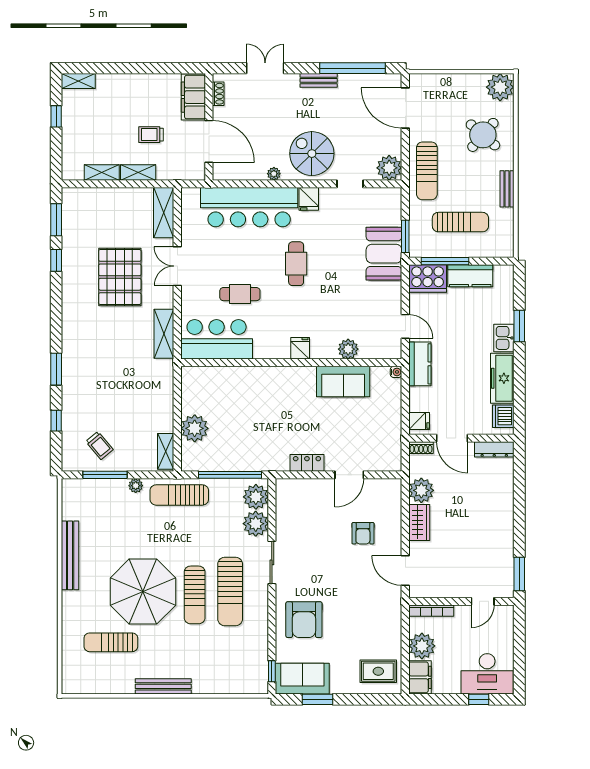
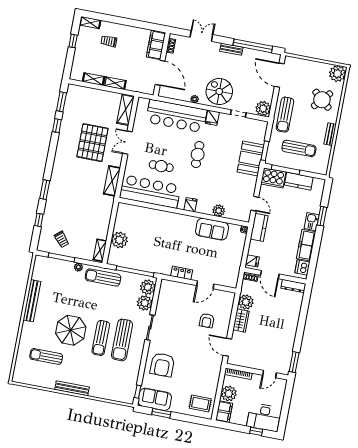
trolley: (151, 135) -> (109, 41), moved
bar counter: (217, 339) -> (150, 192), width x1.36
parasol: (143, 592) -> (71, 330), width x0.73, depth x0.73

